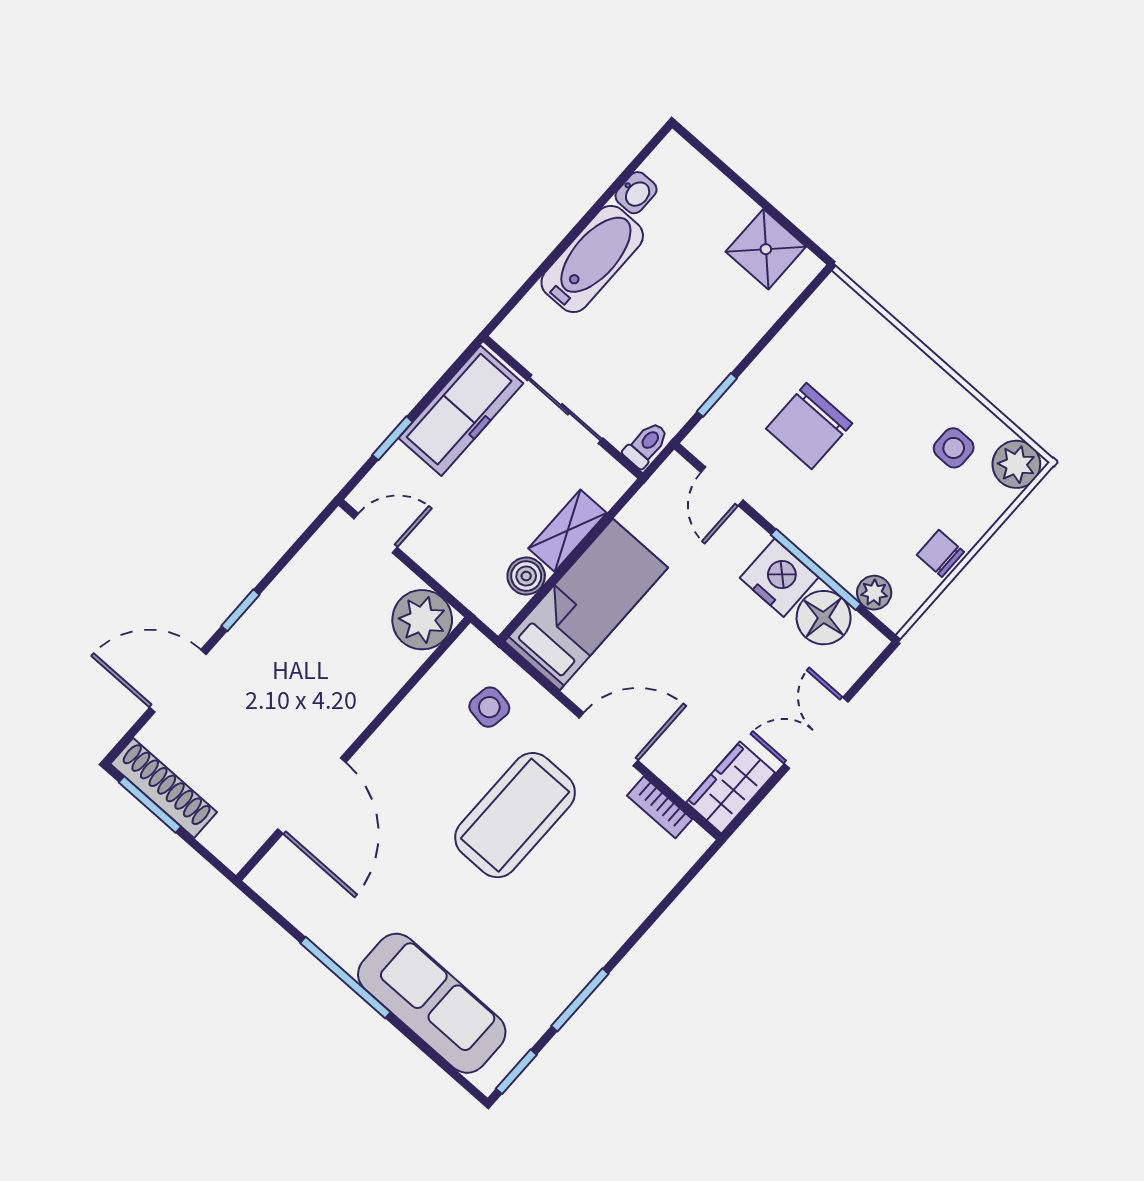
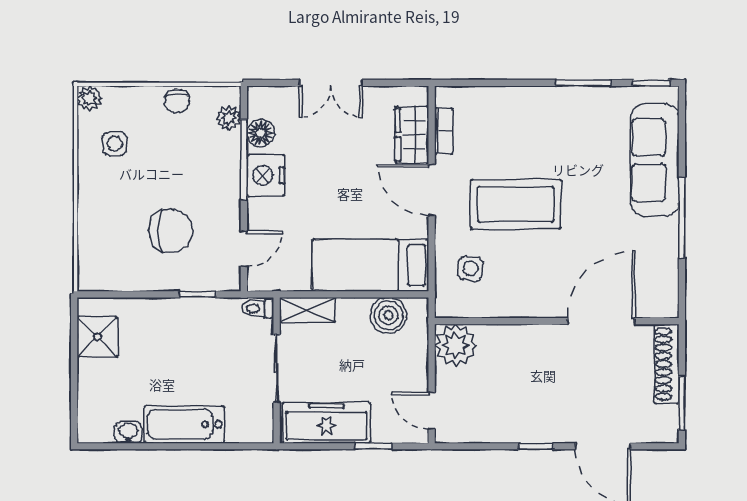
plant: (1016, 464) -> (89, 98), width x0.73, depth x0.73
shelving: (568, 531) -> (308, 310), moved
boiler: (526, 576) -> (388, 315), width x1.36, depth x1.36
floor lamp: (824, 618) -> (261, 133), width x0.73, depth x0.73
shoe rack: (164, 788) -> (667, 364), moved
wardrobe: (731, 788) -> (412, 135), moved, turned 90

